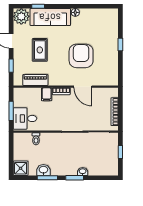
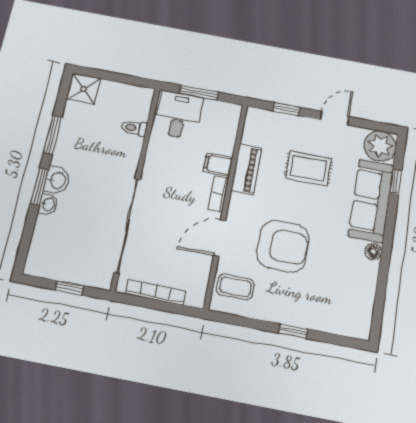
coffee table: (105, 75) -> (235, 287), added
piano: (35, 80) -> (246, 169), moved
washbasin: (43, 170) -> (57, 181), moved

